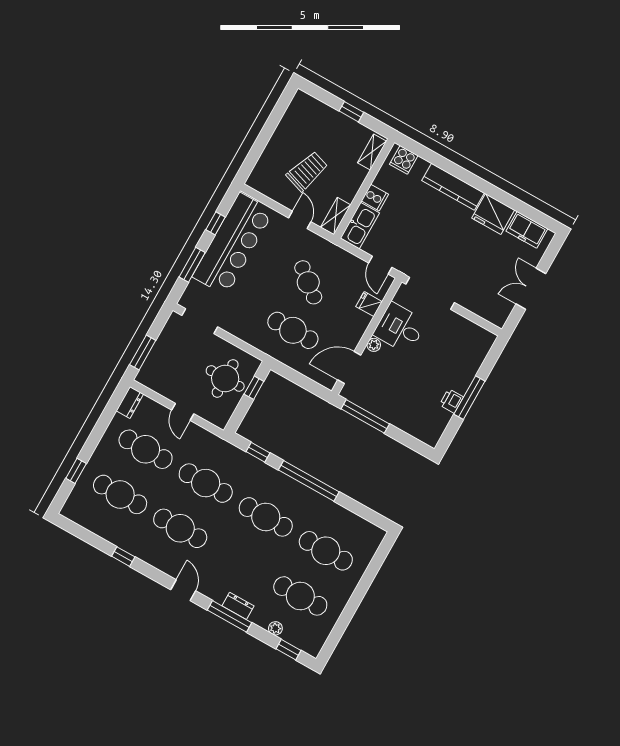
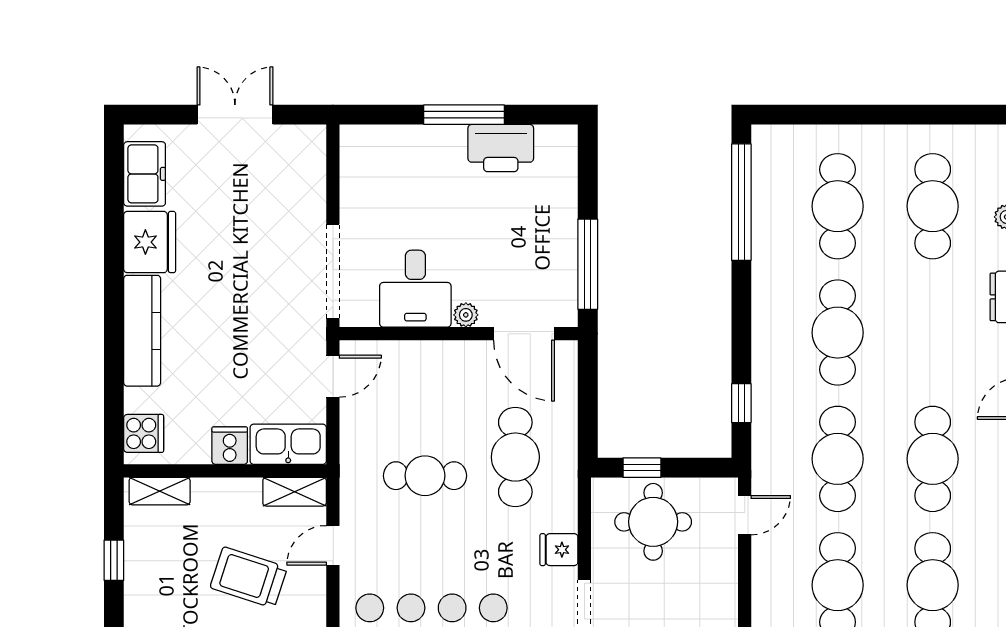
cafe table: (308, 282) -> (425, 476), turned 51
double door: (531, 289) -> (235, 115), swing flipped
fridge: (369, 304) -> (559, 550), moved, turned 90
printer: (451, 401) -> (501, 148), width x1.87, depth x1.48
door: (183, 412) -> (745, 515), moved
window: (309, 481) -> (741, 202), moved

